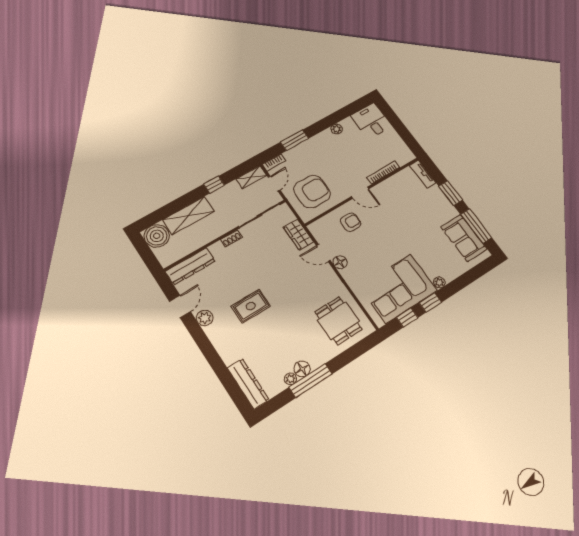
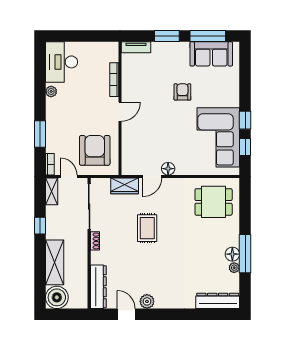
desk: (371, 121) -> (61, 62), width x1.37
armchair: (351, 222) -> (182, 92), moved
plant: (439, 282) -> (234, 101), removed
rug: (251, 306) -> (147, 228), moved

